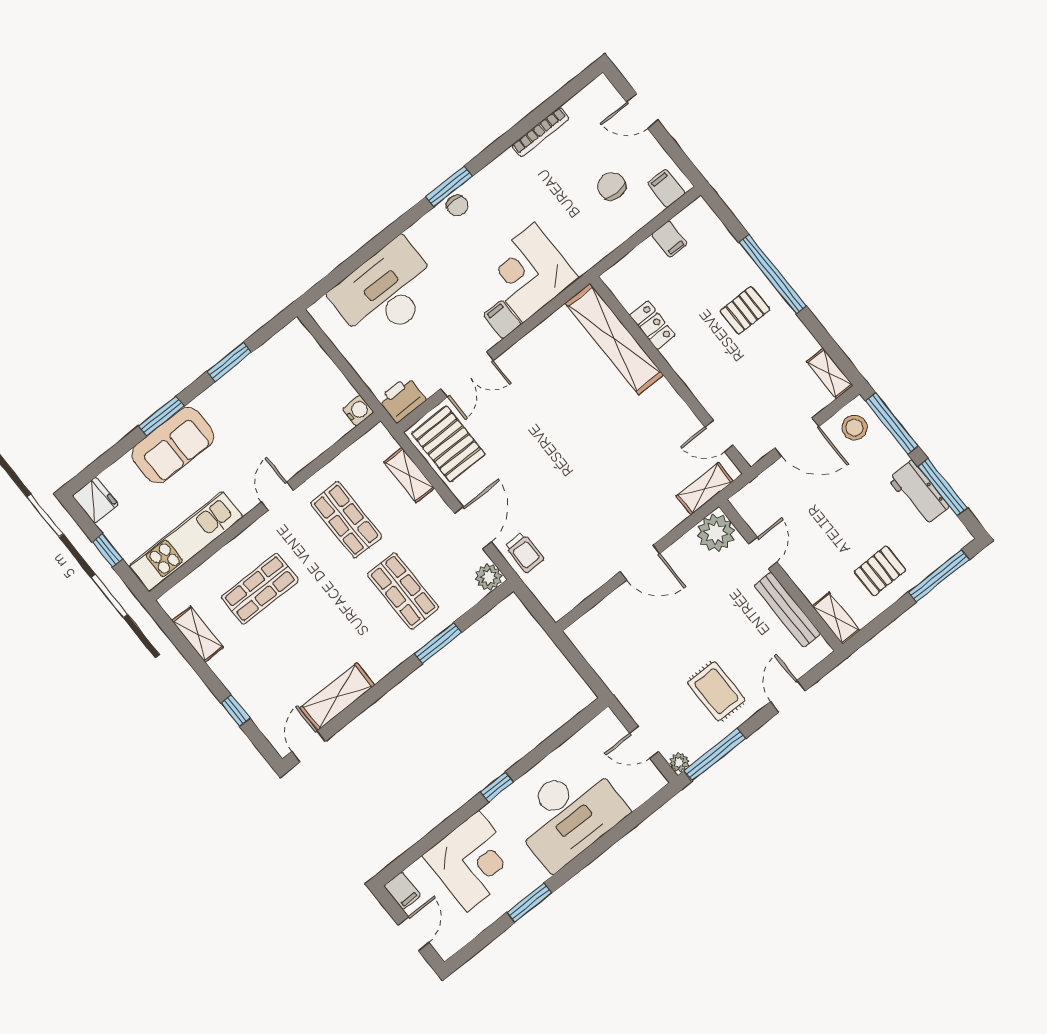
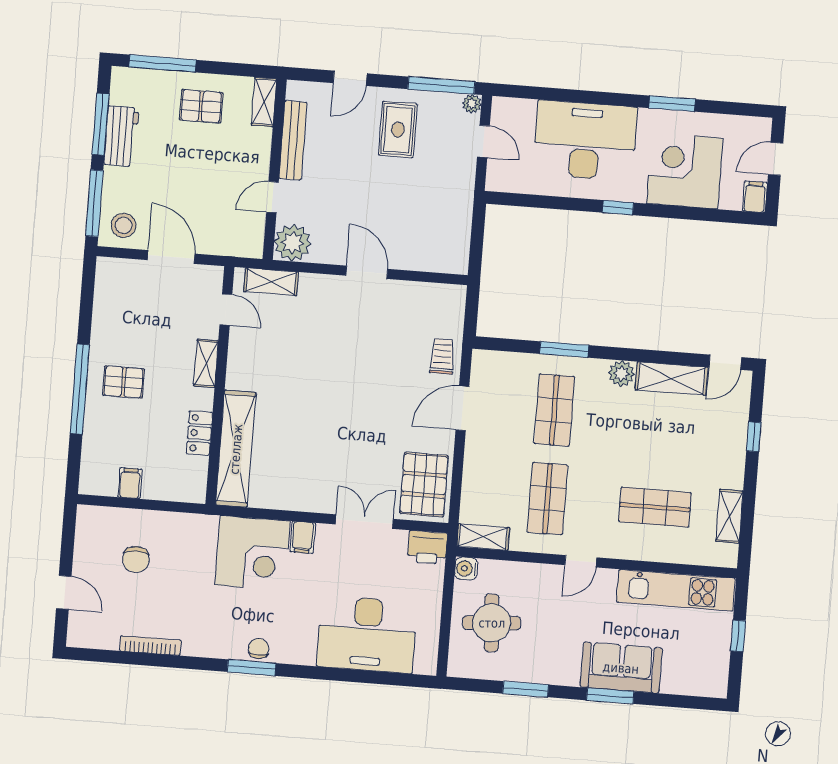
filing cabinet: (666, 188) -> (98, 521), removed
shelving: (830, 373) -> (206, 363), moved
round table: (301, 388) -> (492, 623), added
shelving: (409, 475) -> (483, 537), moved, turned 90
fridge: (95, 500) -> (713, 680), removed
plant: (489, 577) -> (621, 373), moved

